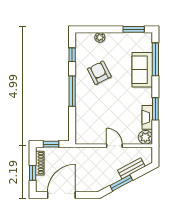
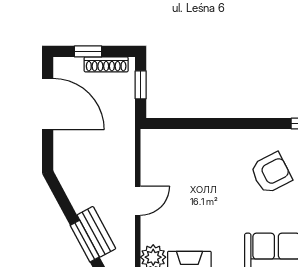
window: (72, 91) -> (237, 123), removed
window: (121, 183) -> (85, 241), moved

